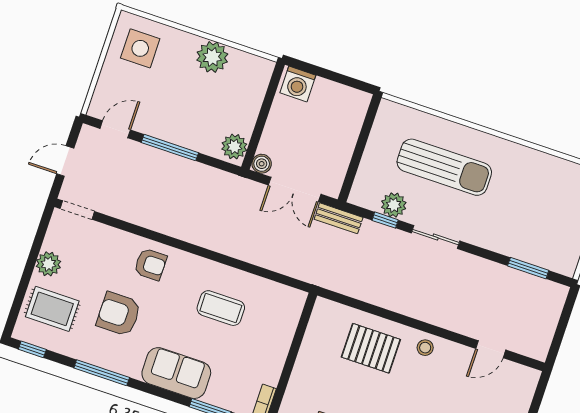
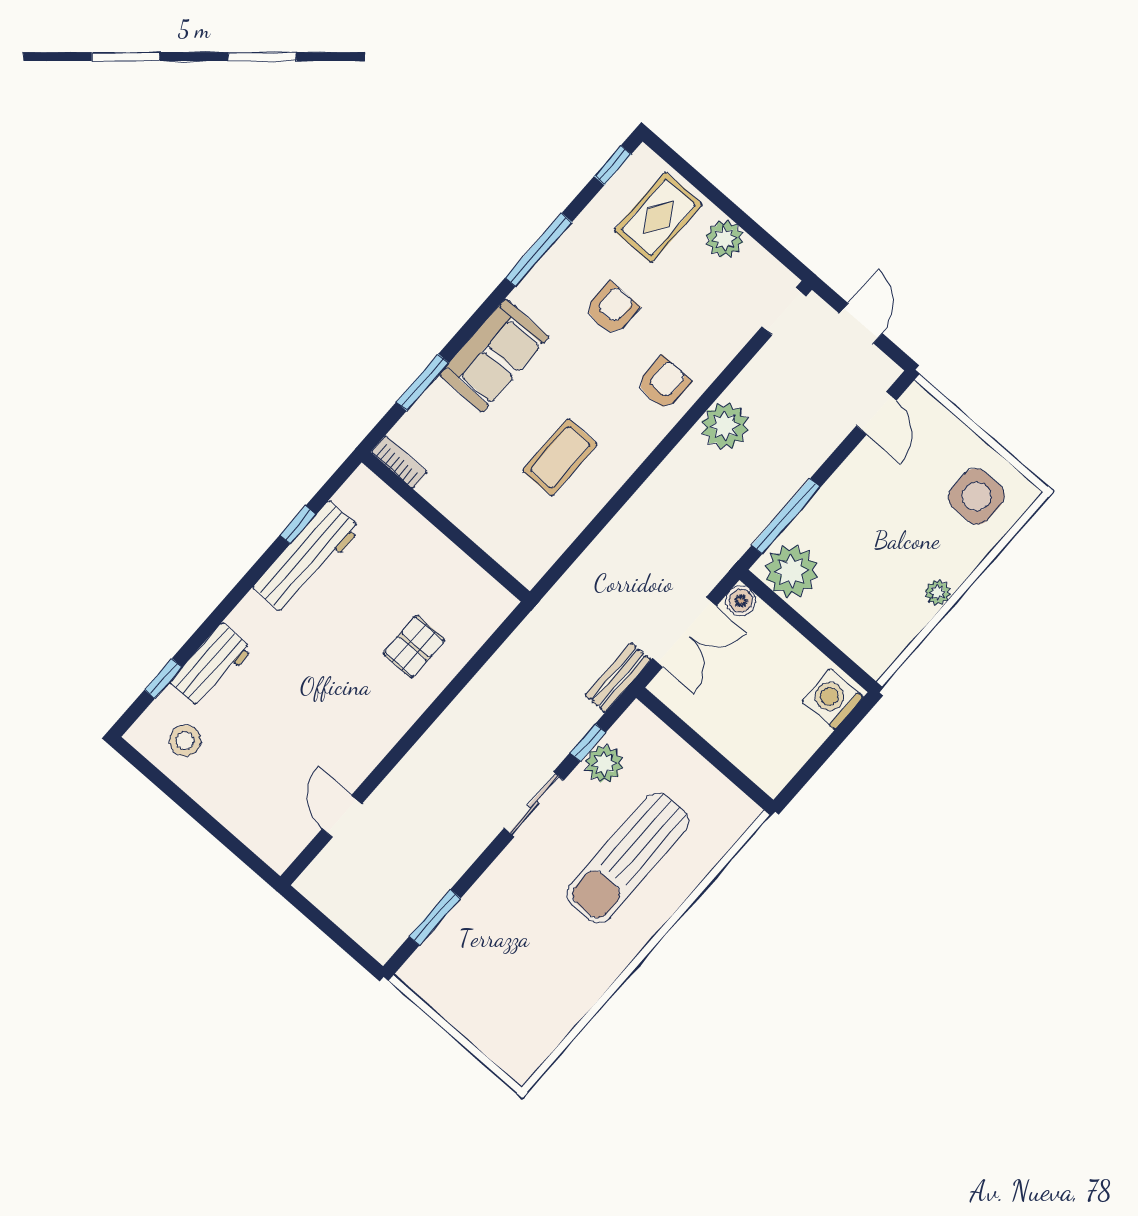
plant: (212, 57) -> (938, 592), width x0.53, depth x0.53
plant: (234, 147) -> (791, 571), width x1.36, depth x1.36
window: (170, 148) -> (786, 516), moved
double door: (295, 190) -> (685, 632), swing flipped
plant: (161, 217) -> (725, 426), added
armchair: (150, 264) -> (664, 383), turned 180
armchair: (119, 314) -> (612, 309), width x0.72, depth x0.72
pallet: (371, 348) -> (414, 647), width x0.67, depth x0.71
stool: (425, 348) -> (383, 724), removed

